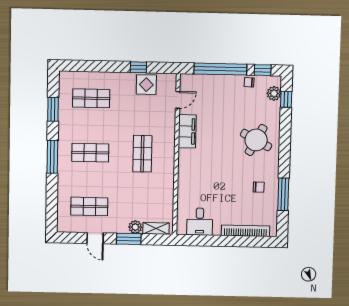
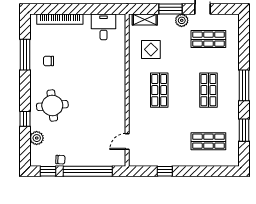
display table: (146, 85) -> (151, 49), moved
plant: (274, 93) -> (37, 138), moved
window: (286, 99) -> (25, 119), moved
filing cabinet: (187, 131) -> (117, 112), removed
round table: (256, 140) -> (52, 106), turned -34
shop shelf: (90, 153) -> (208, 90), turned 90
plant: (135, 227) -> (182, 20), moved

